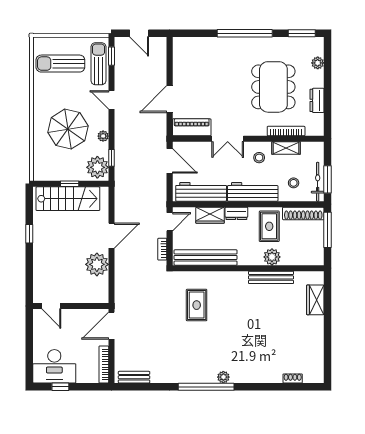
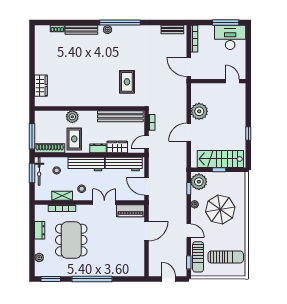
bench: (271, 277) -> (81, 30), moved
door: (111, 326) -> (189, 67), swing flipped
window: (60, 387) -> (226, 23), width x2.17

